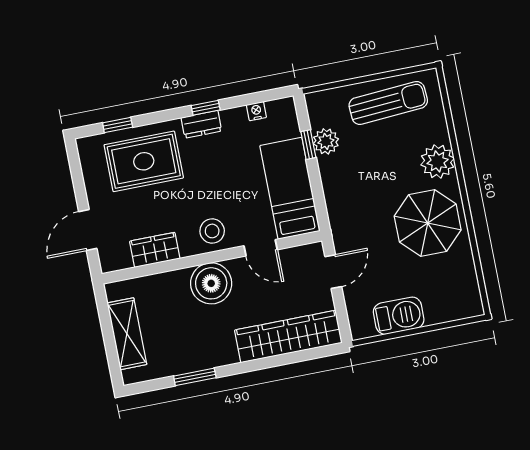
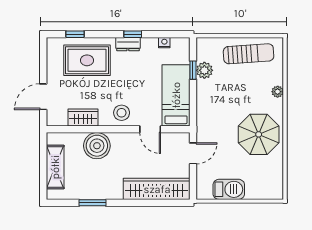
plant: (438, 161) -> (278, 92), width x0.53, depth x0.53
boiler: (211, 283) -> (97, 146), moved

